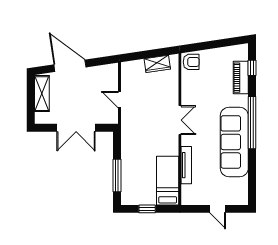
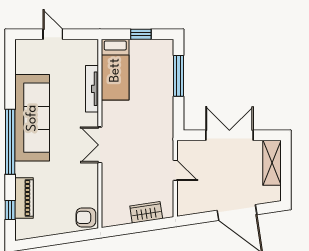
wardrobe: (157, 64) -> (146, 212), moved
shelving: (42, 94) -> (272, 163), moved

